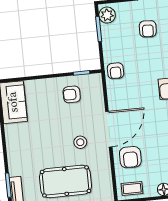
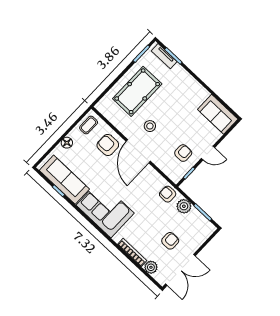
plant: (107, 15) -> (184, 206), moved
armchair: (148, 29) -> (170, 241), turned 87
door: (50, 76) -> (208, 153), added

